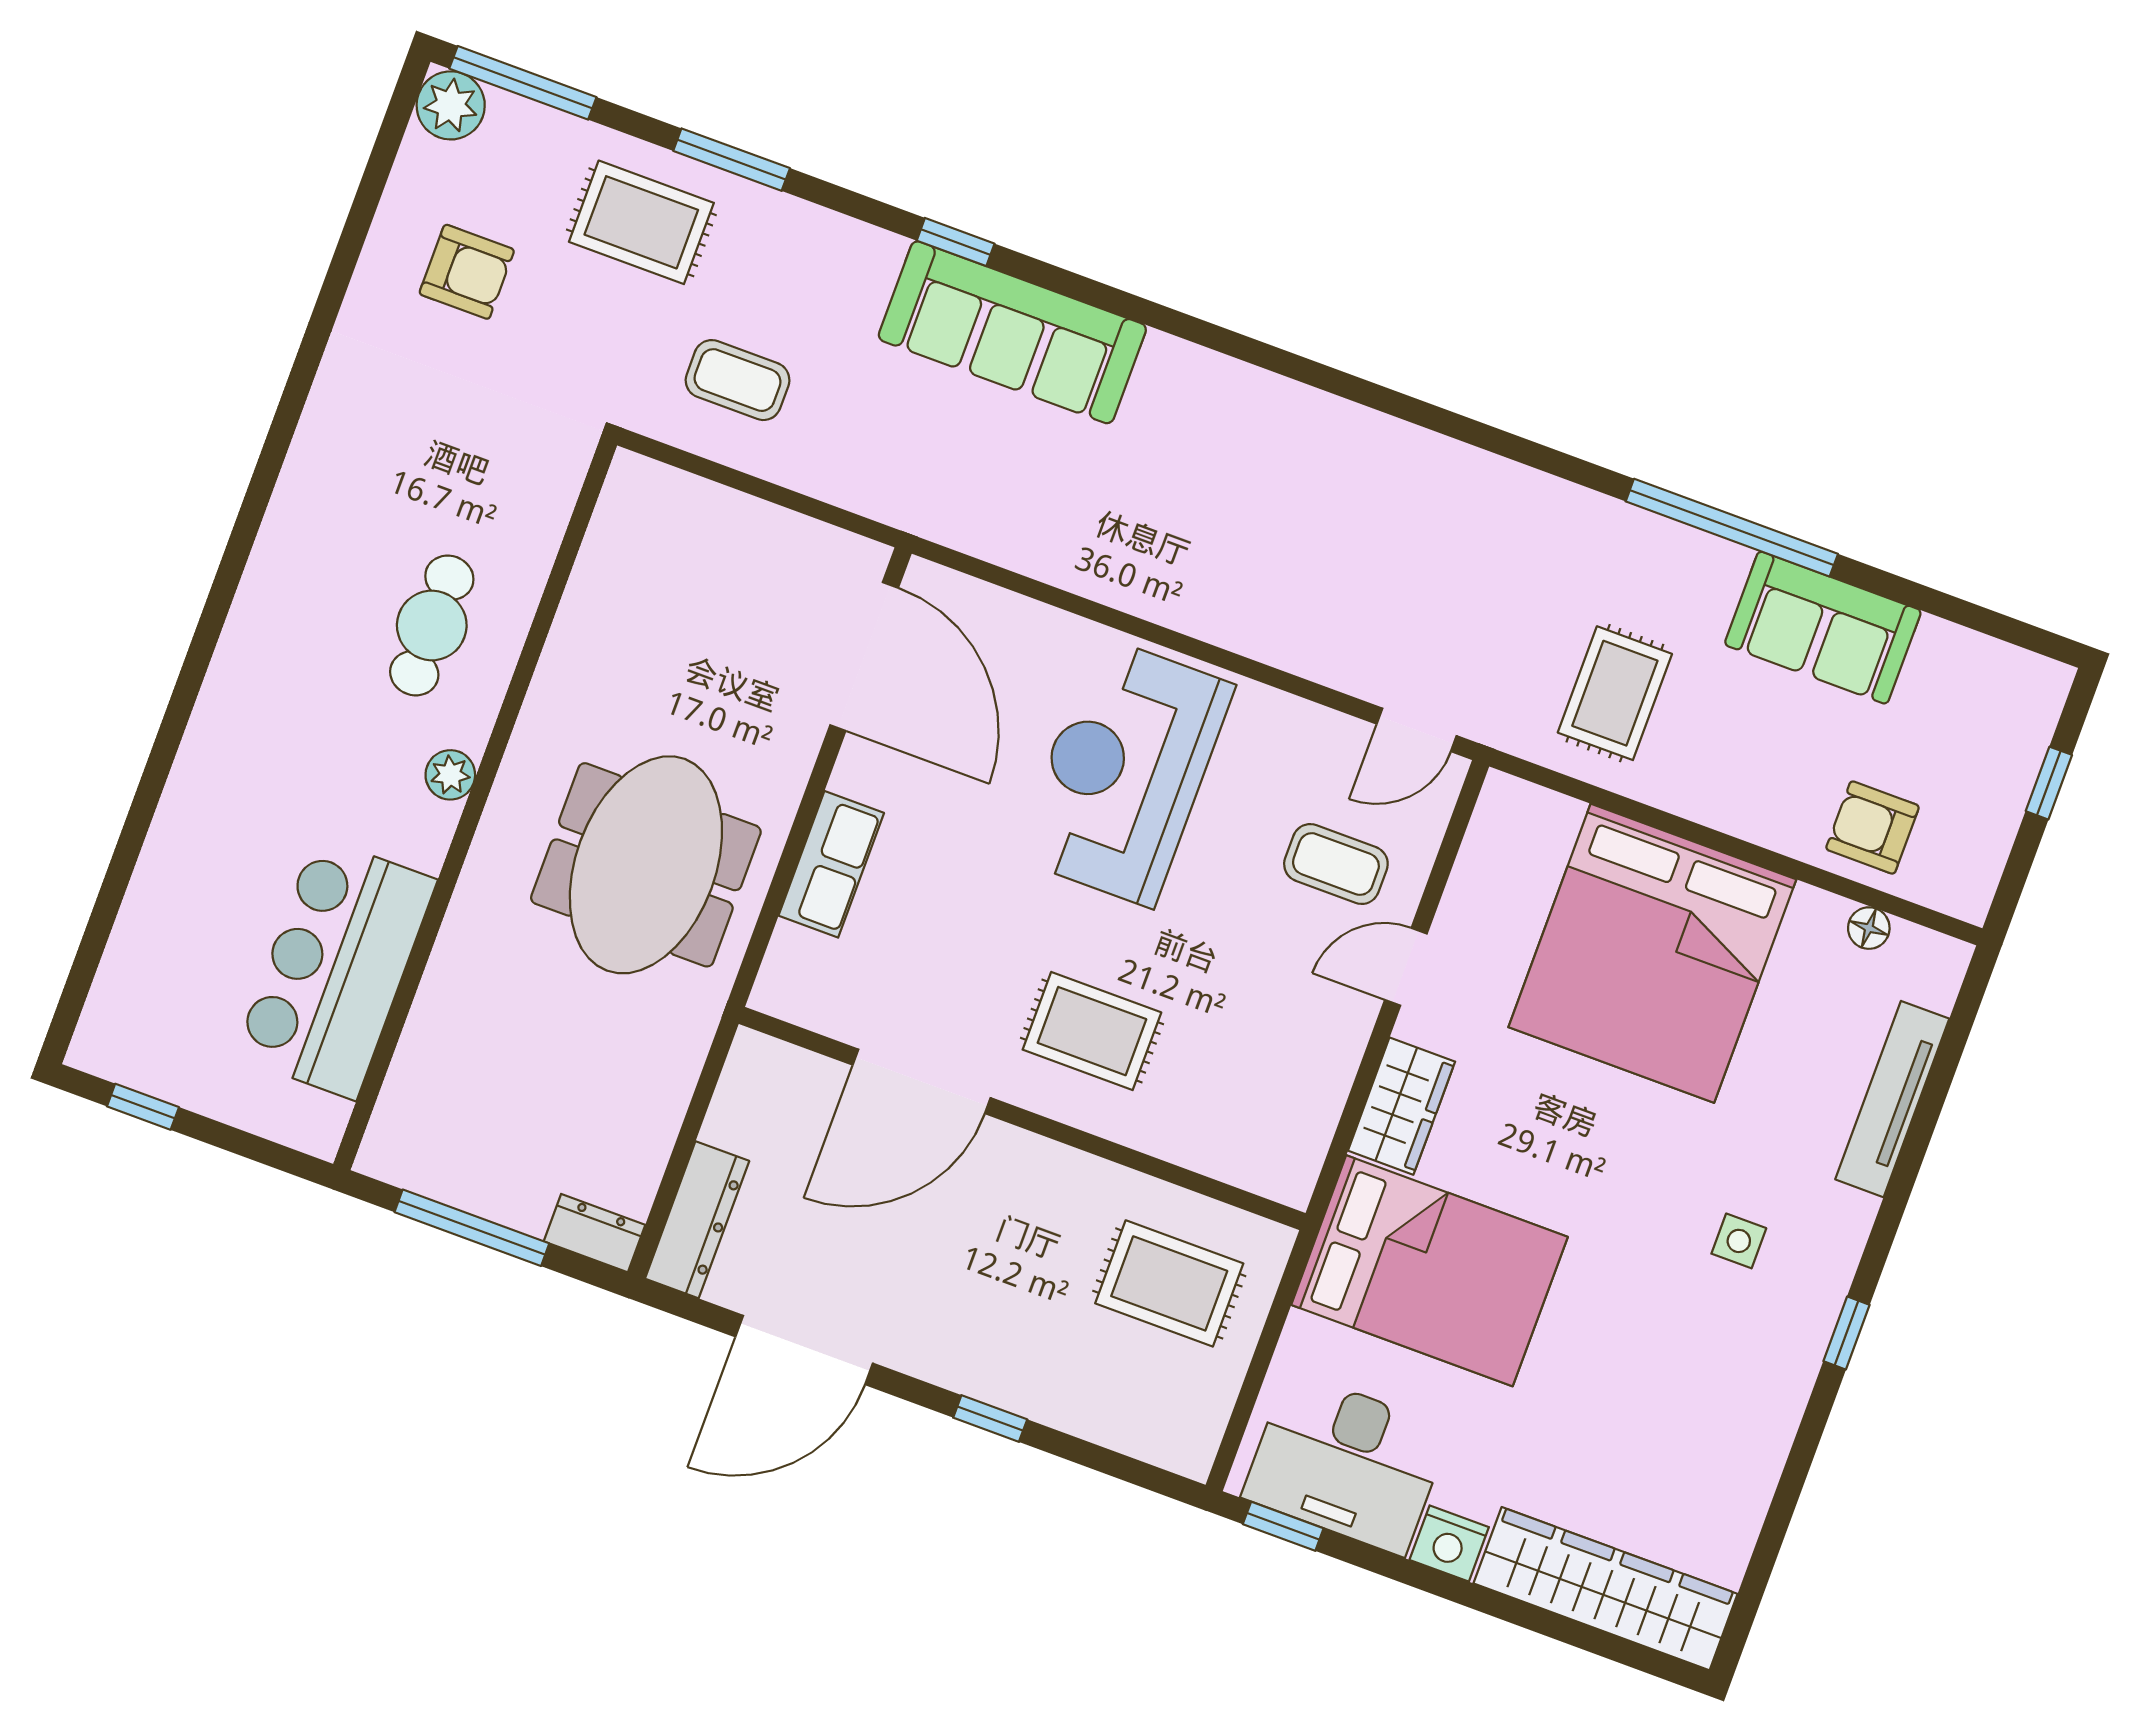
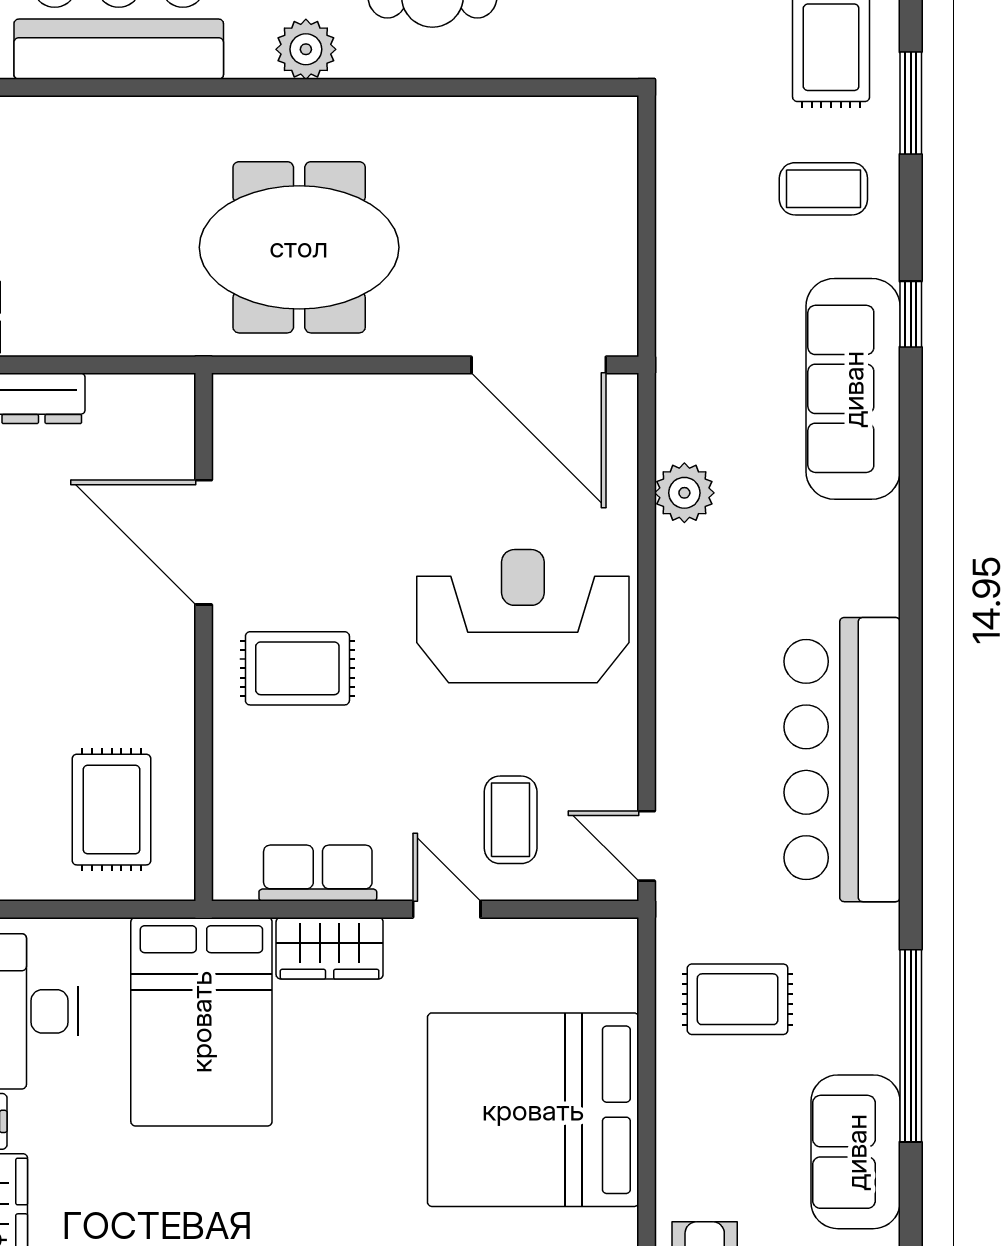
coffee table: (738, 380) -> (823, 189), moved, turned 90
bar counter: (1401, 489) -> (842, 760), added
plant: (1057, 552) -> (684, 493), added
door: (864, 657) -> (539, 365), hinge flipped
plant: (450, 775) -> (306, 49), width x1.38, depth x1.38
row of seats: (831, 864) -> (318, 873), moved, turned 180
rug: (1092, 1031) -> (297, 668), turned 90

